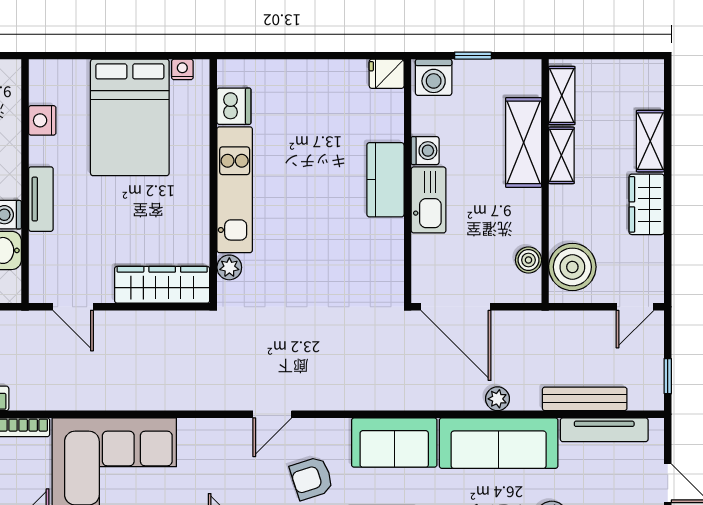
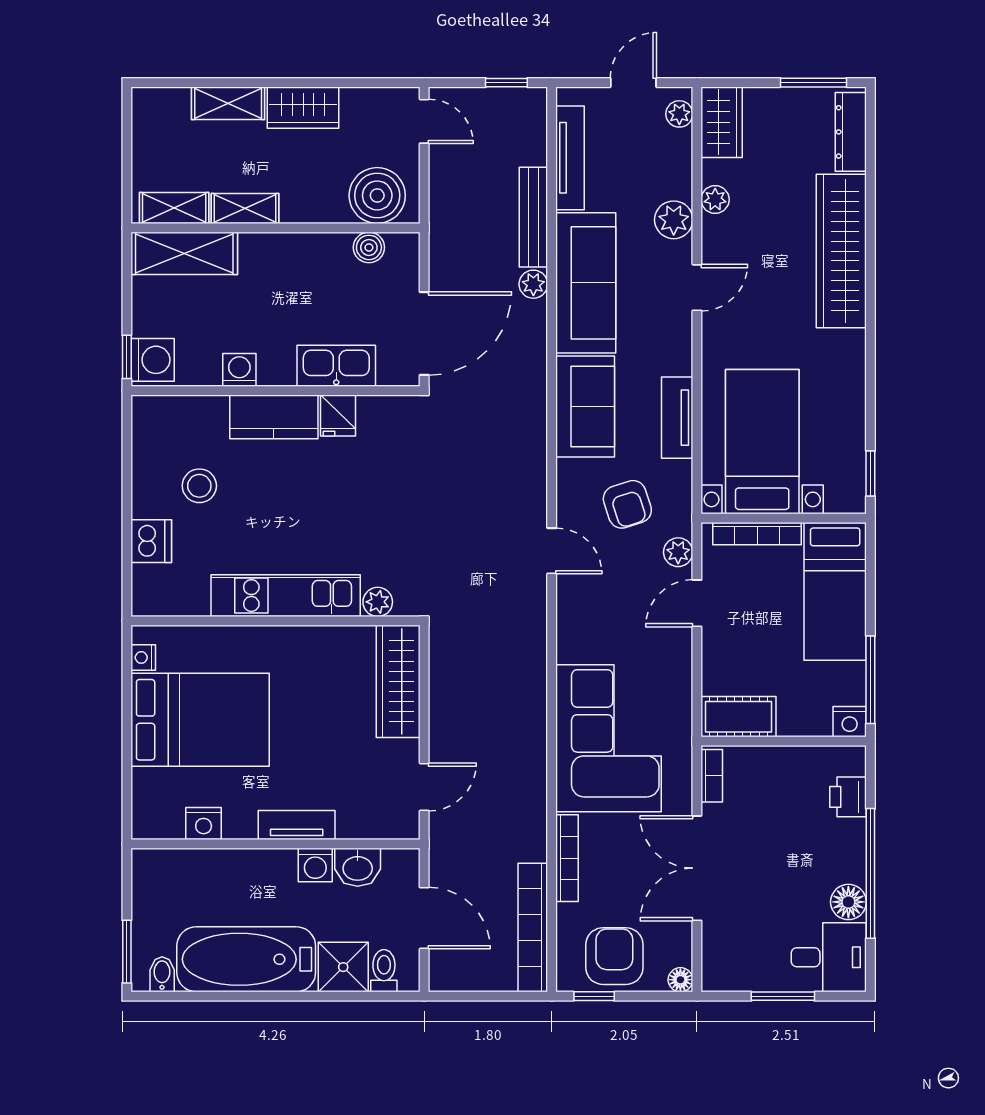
window: (473, 56) -> (127, 357), moved
fridge: (387, 74) -> (338, 416), moved
dishwasher: (234, 106) -> (151, 541), moved, turned 90
stool: (327, 117) -> (199, 486), added
shelving: (524, 142) -> (184, 253), moved
kitchen sink: (429, 200) -> (336, 366), moved
bench: (585, 399) -> (533, 217), moved

